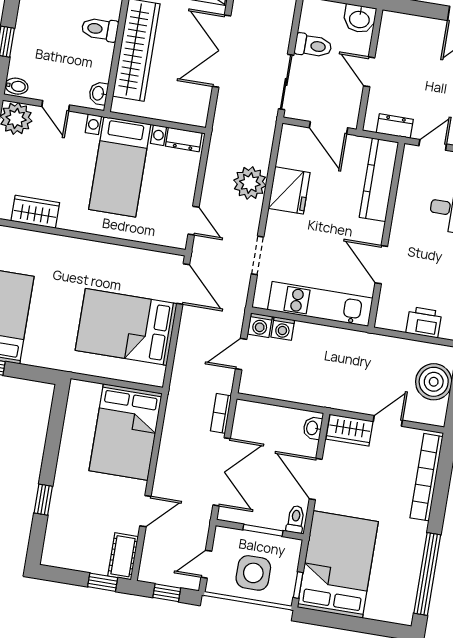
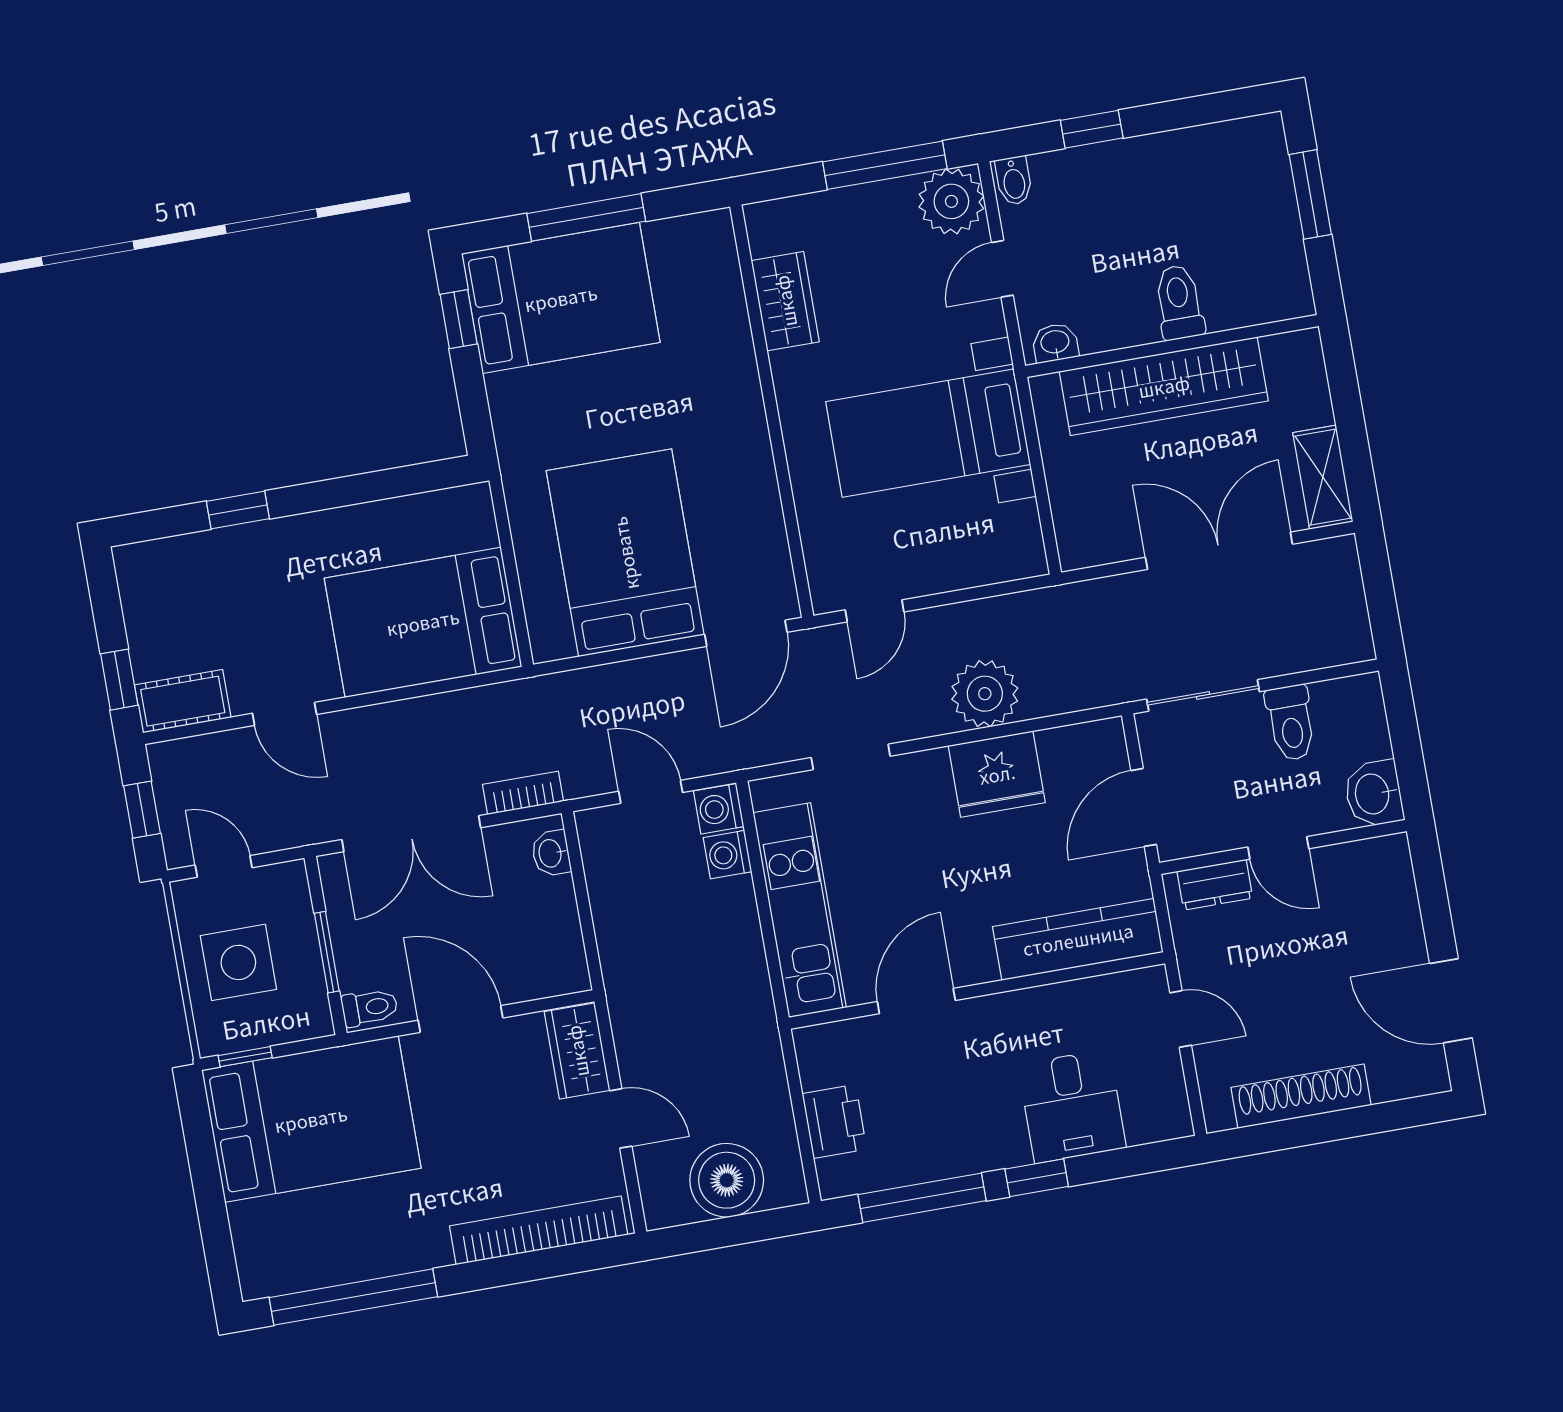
door: (369, 72) -> (1278, 848), swing flipped
dresser: (395, 126) -> (1215, 885), moved, turned 90
dresser: (184, 140) -> (1024, 538), removed
washbasin: (313, 428) -> (551, 853), moved, turned -90
door: (316, 479) -> (461, 1019), hinge flipped

